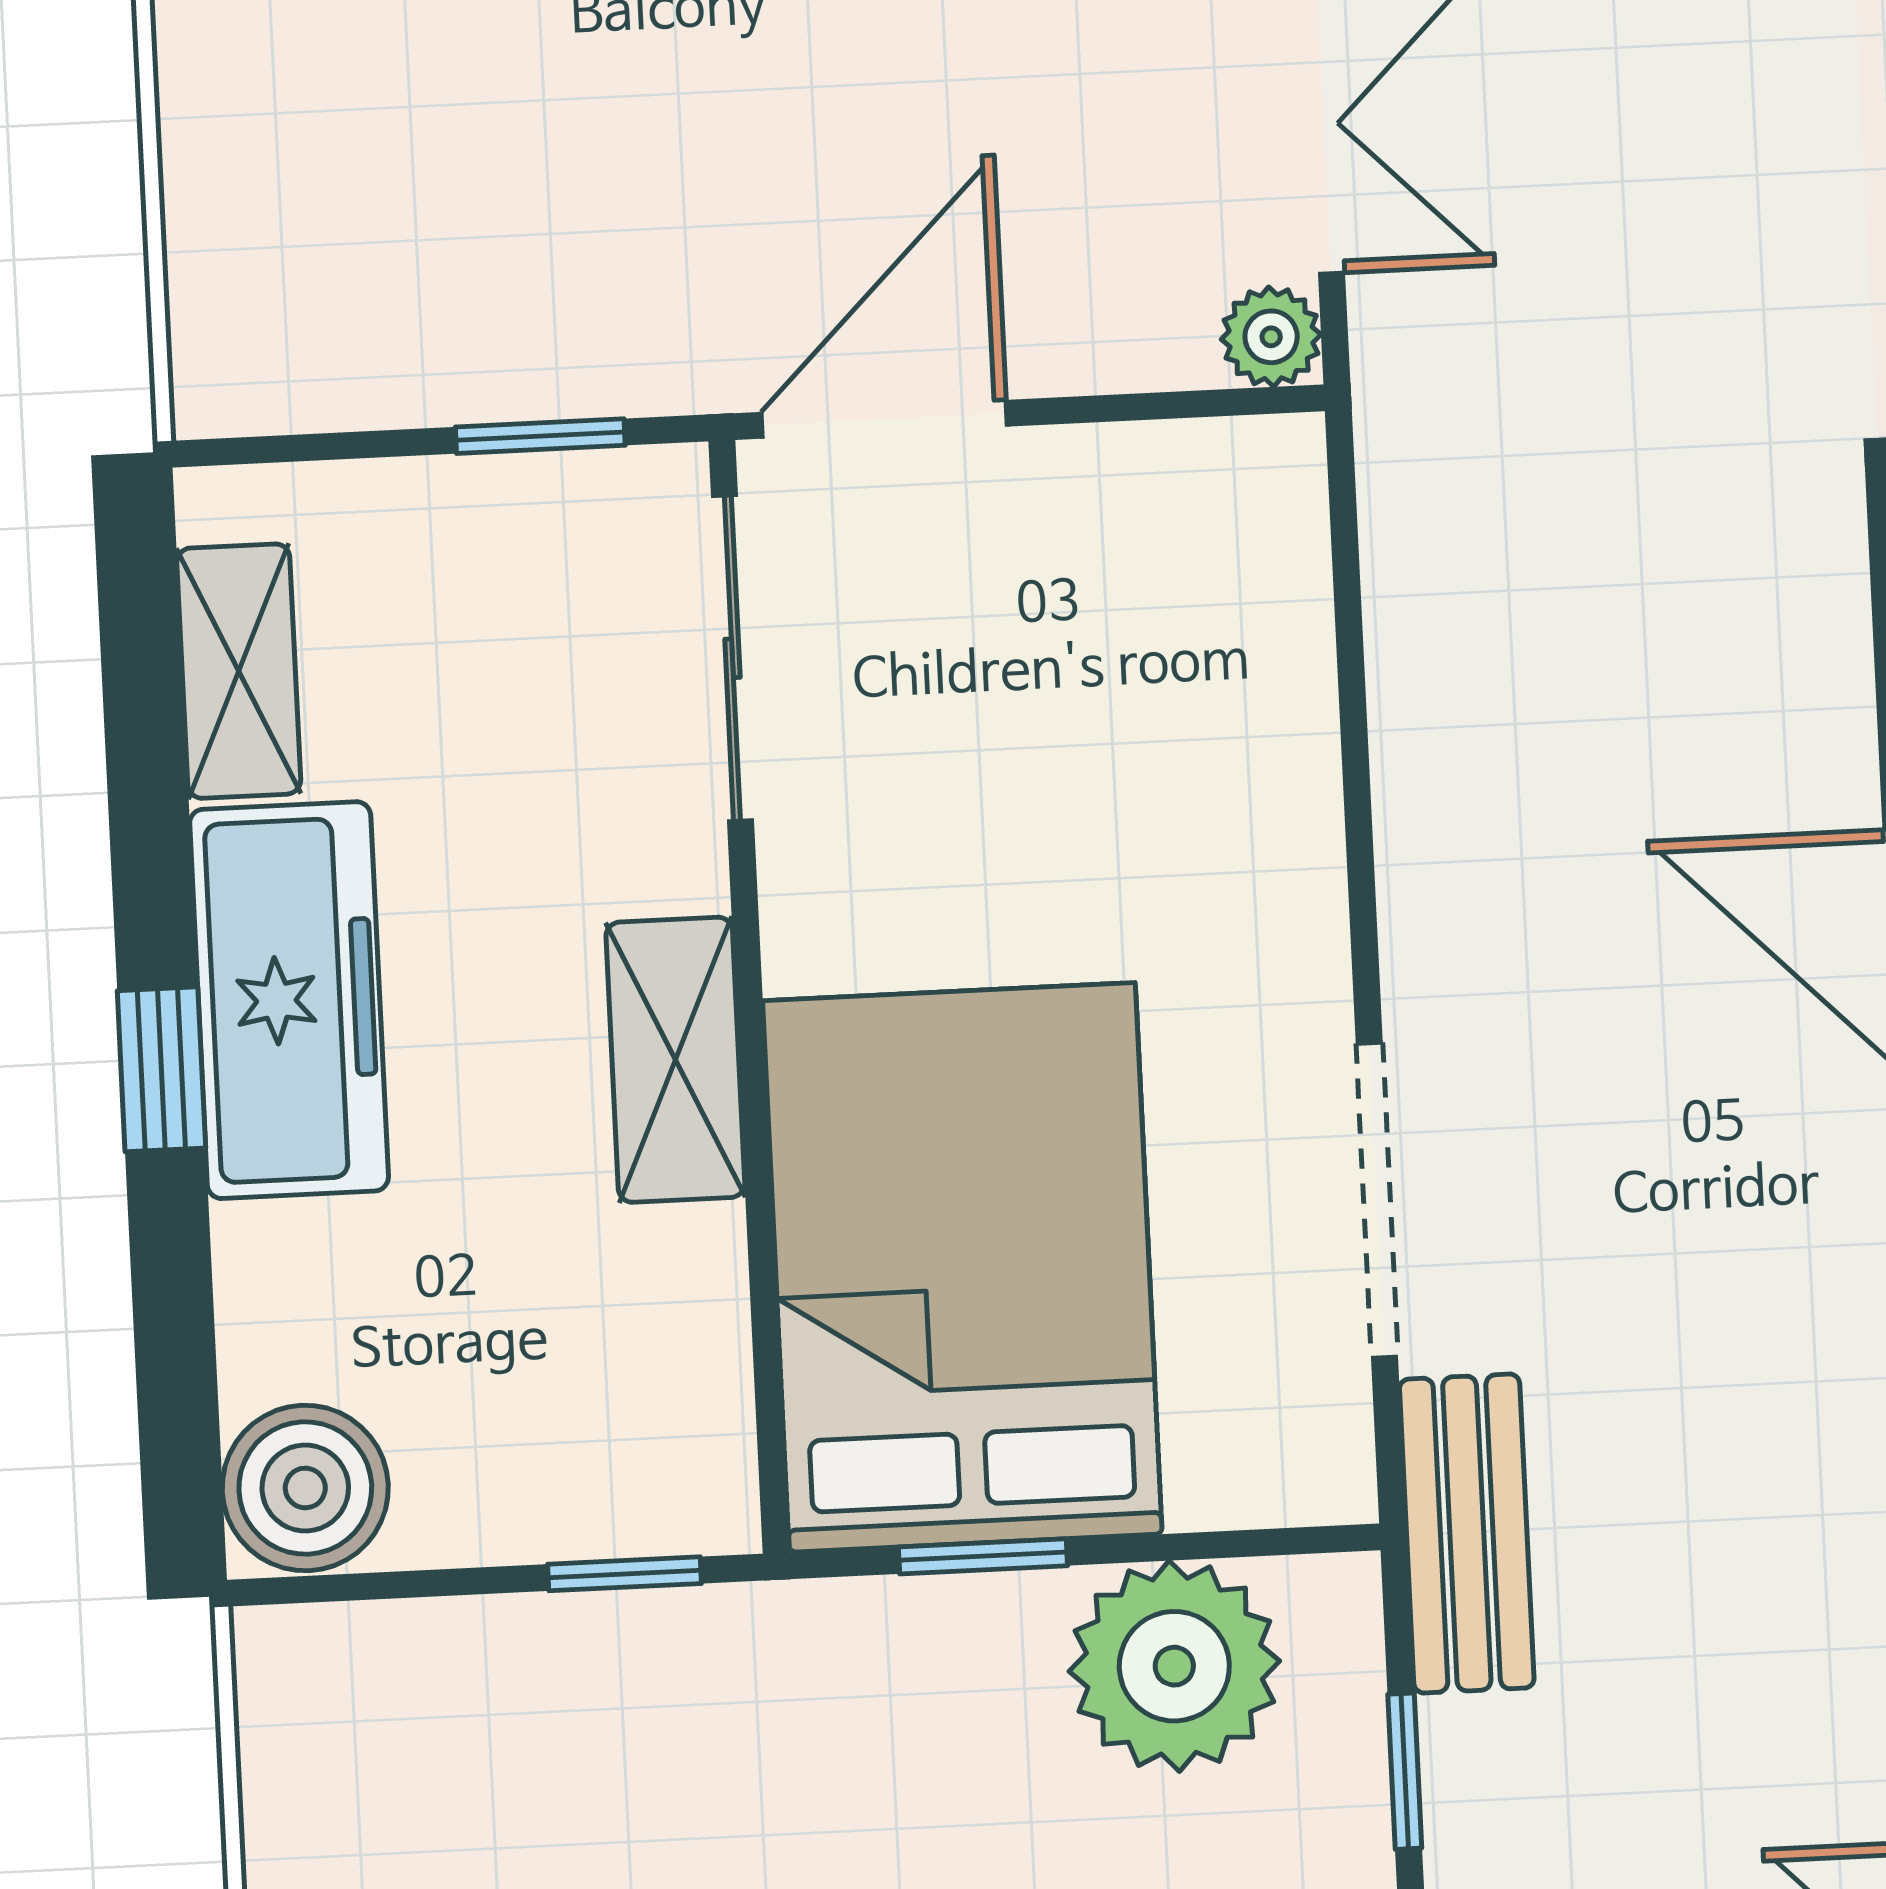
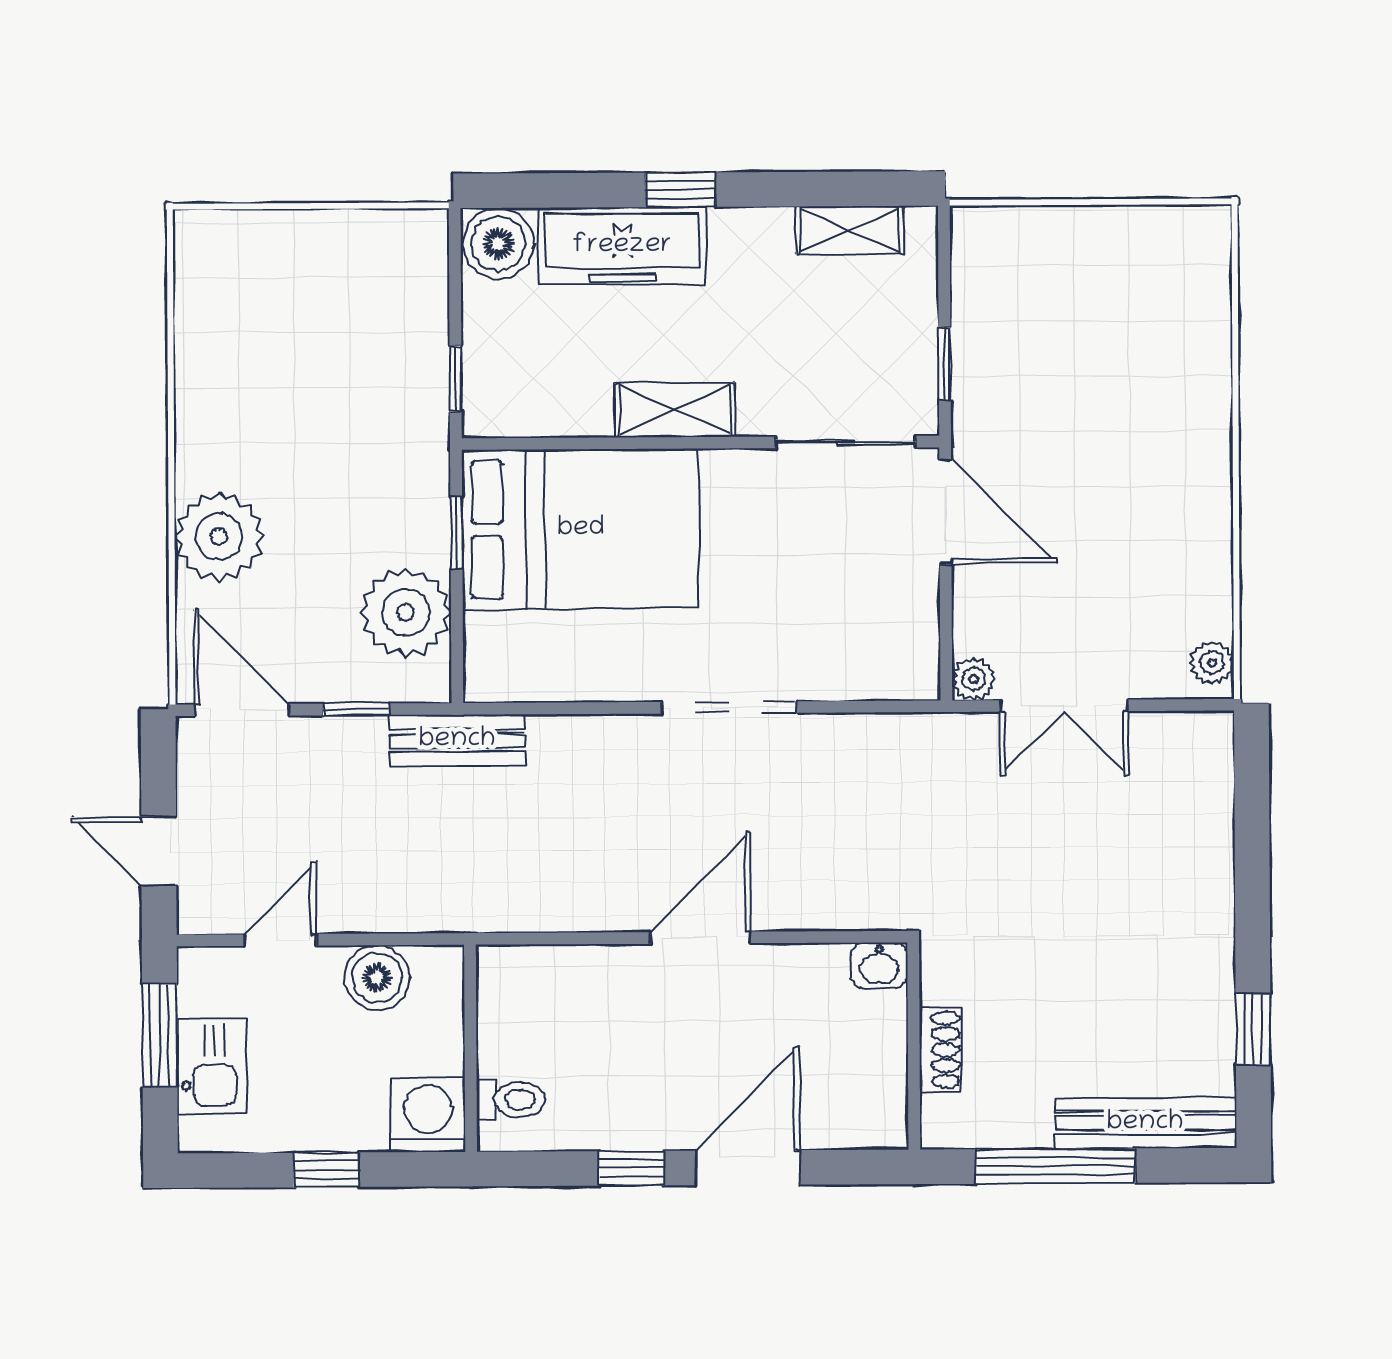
freezer: (289, 1000) -> (622, 246), moved
doorway: (1377, 1200) -> (729, 707), moved

